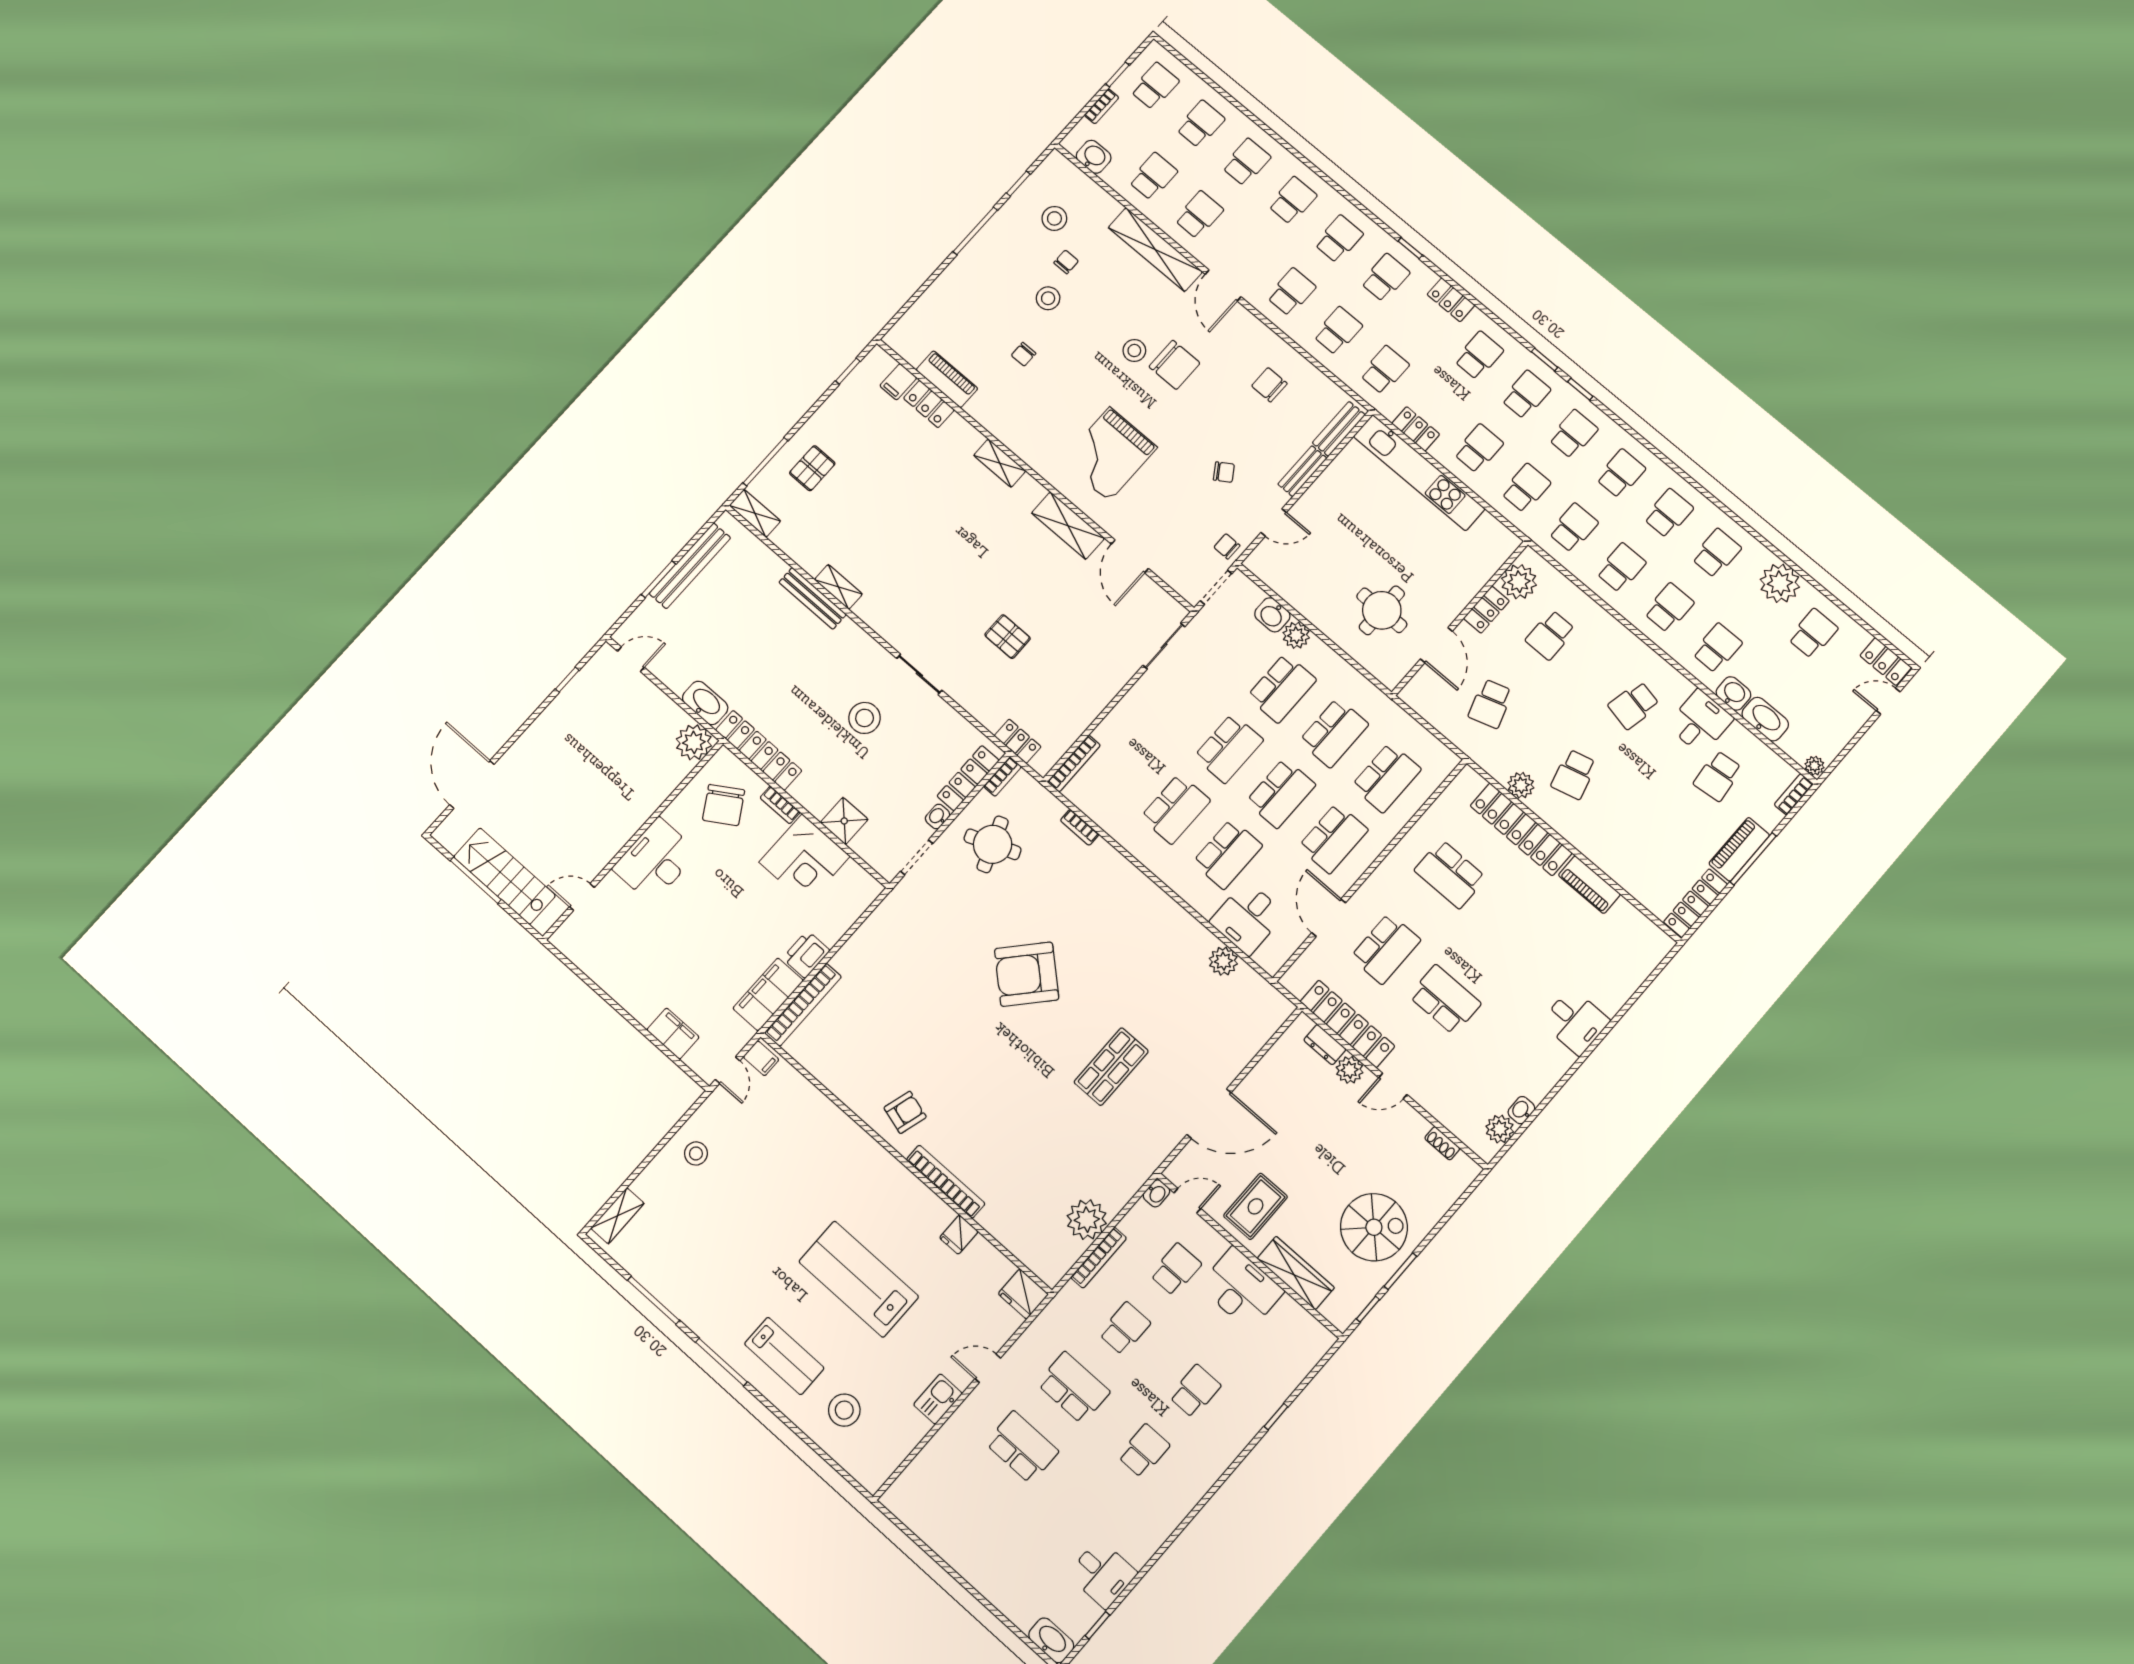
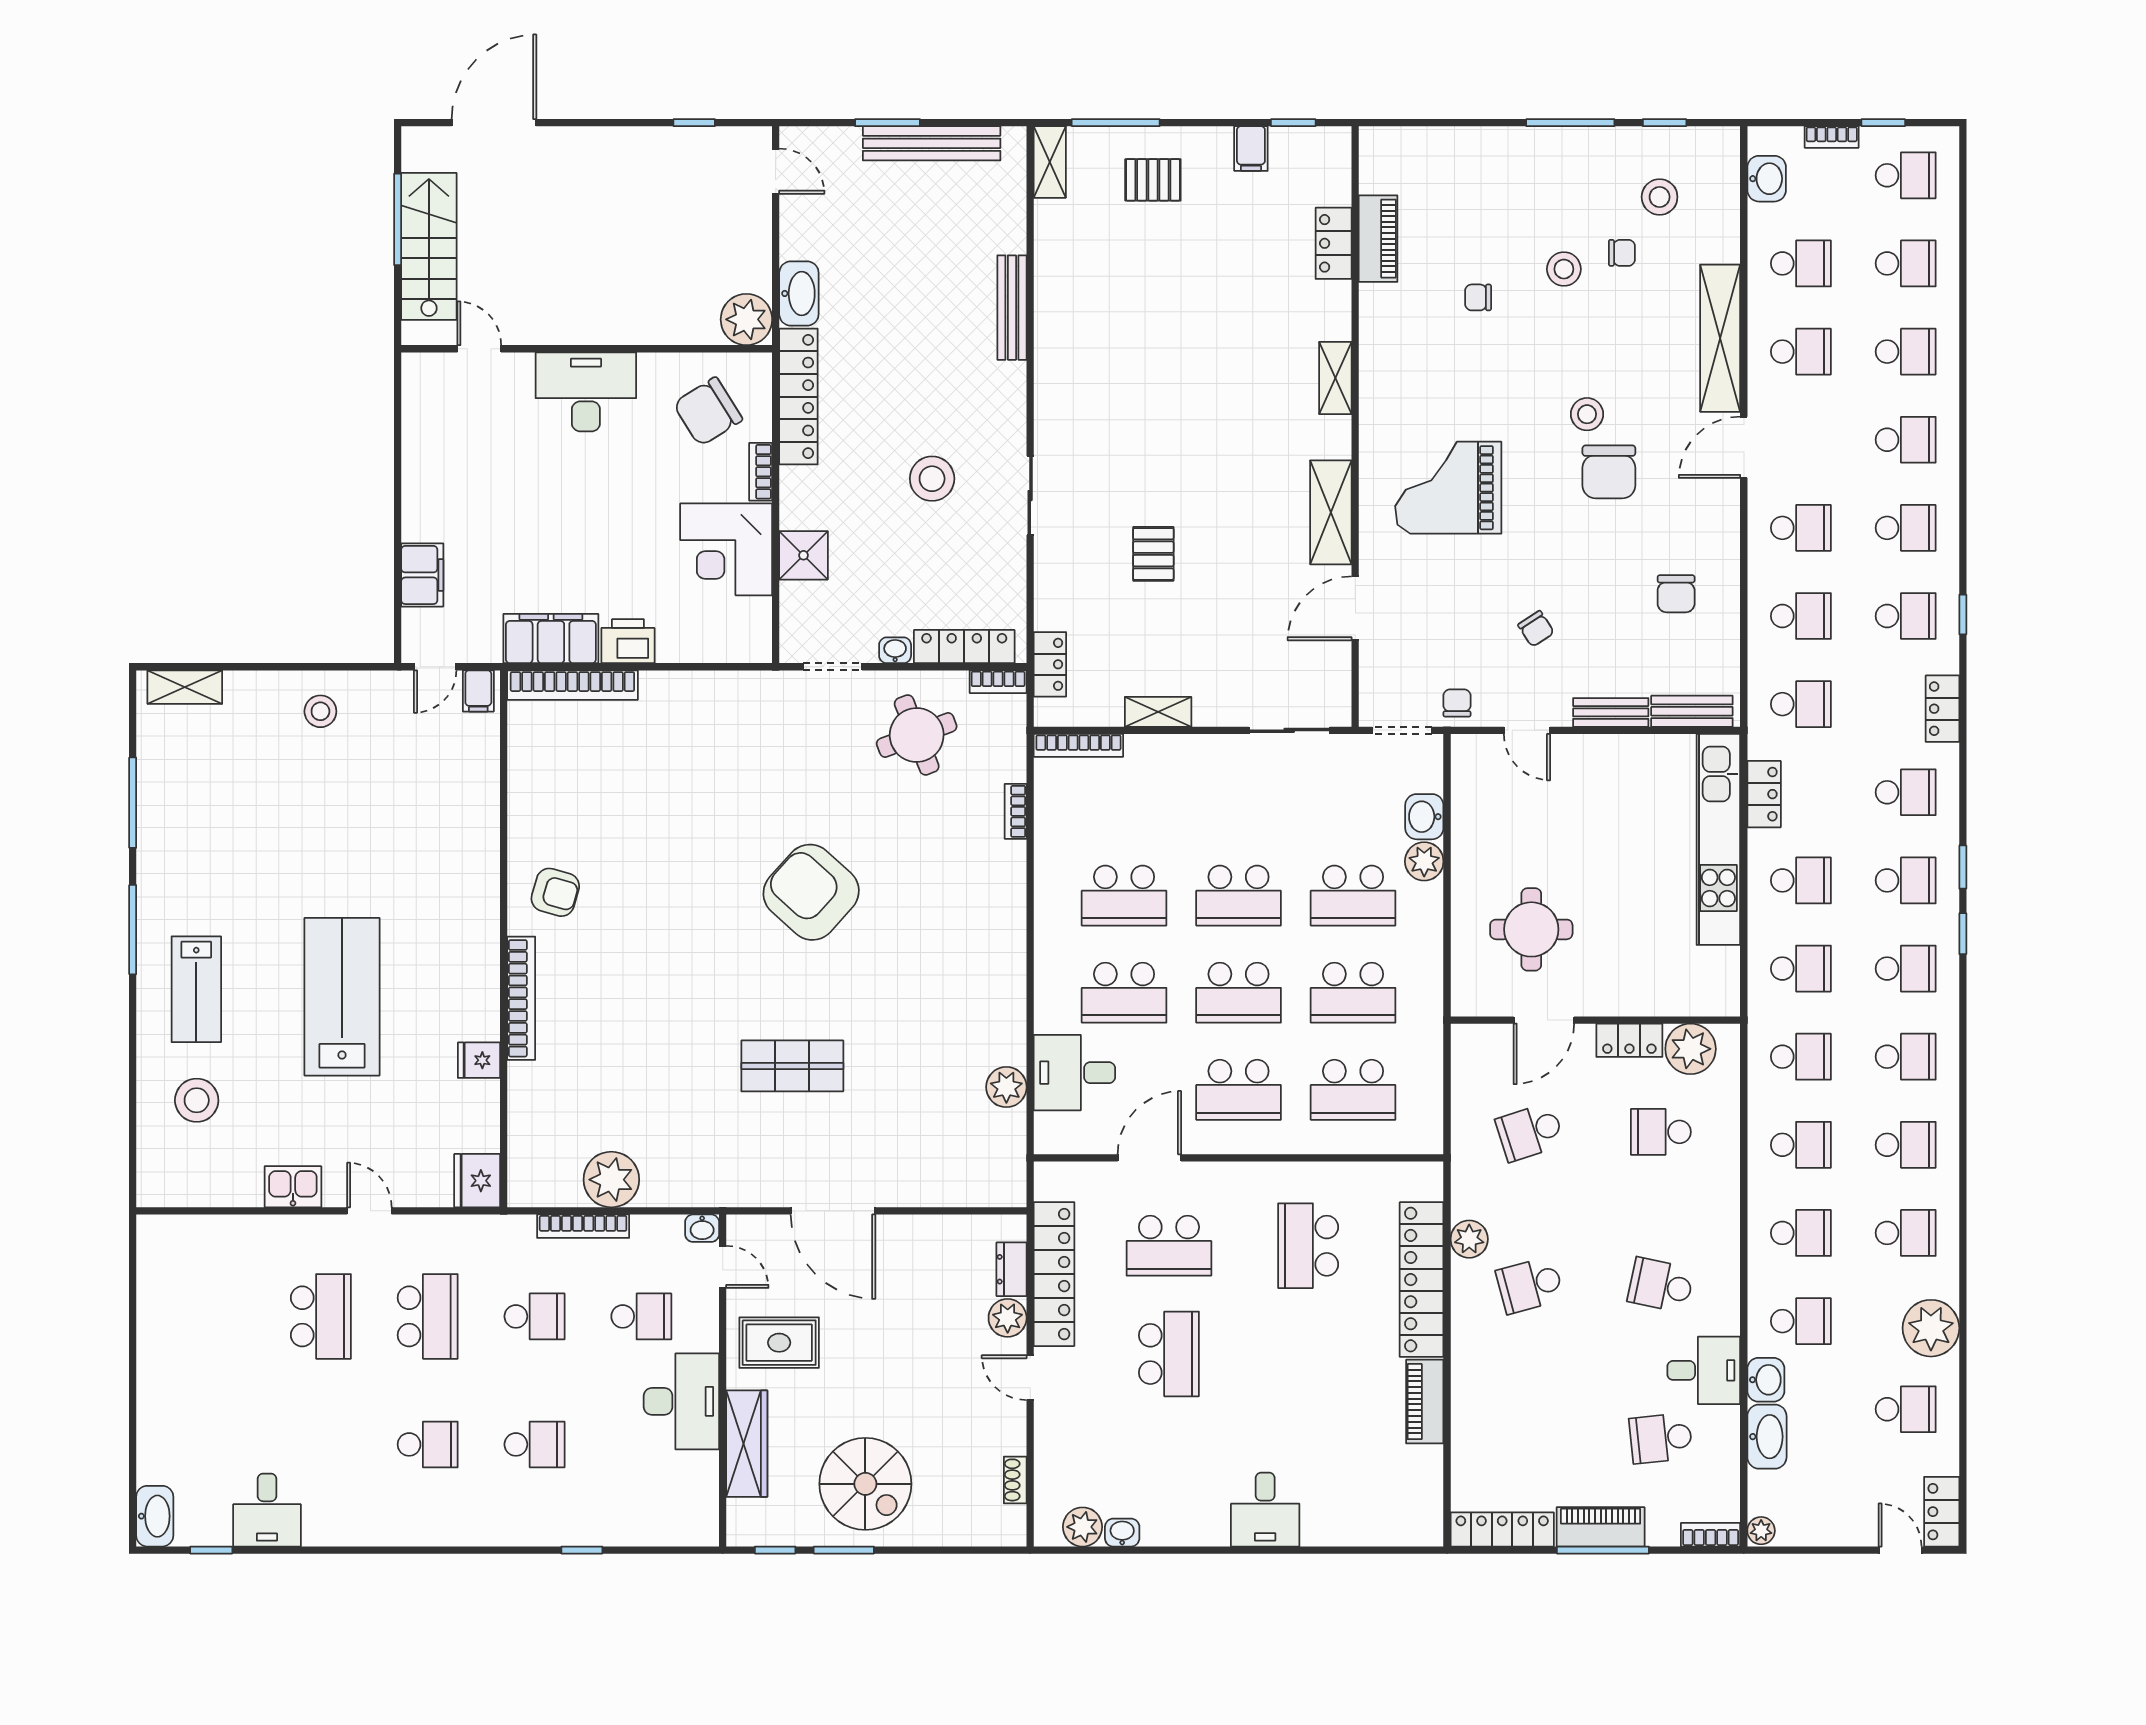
filing cabinet: (898, 382) -> (1251, 149), moved, turned -90
chair: (1269, 385) -> (1676, 594), turned 180
shelving: (838, 587) -> (1158, 712), moved, turned 90

